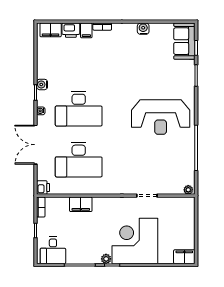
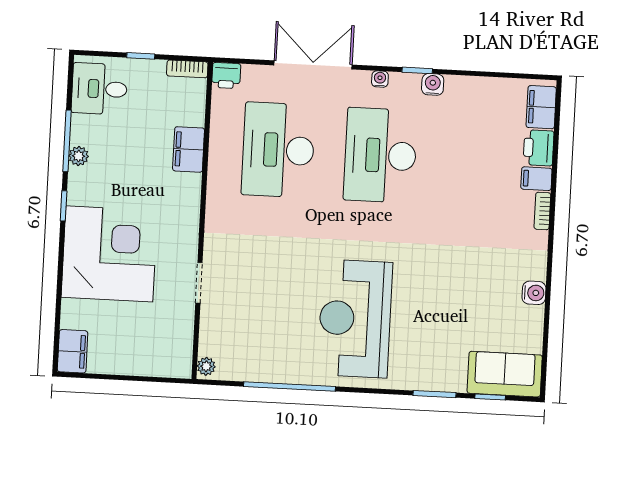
plant: (106, 259) -> (79, 156), moved

